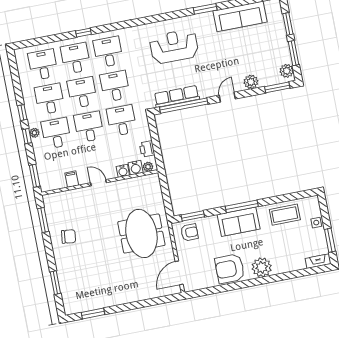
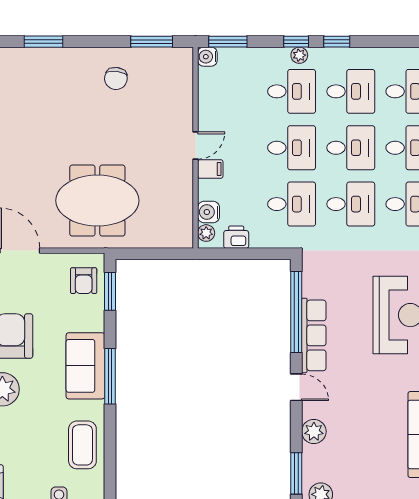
row of seats: (177, 96) -> (314, 335), moved
water cooler: (123, 171) -> (207, 57), moved
filing cabinet: (72, 179) -> (210, 169), moved

